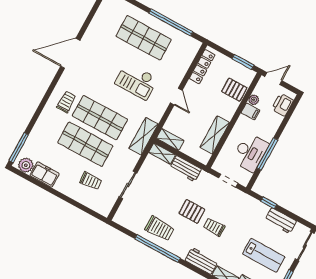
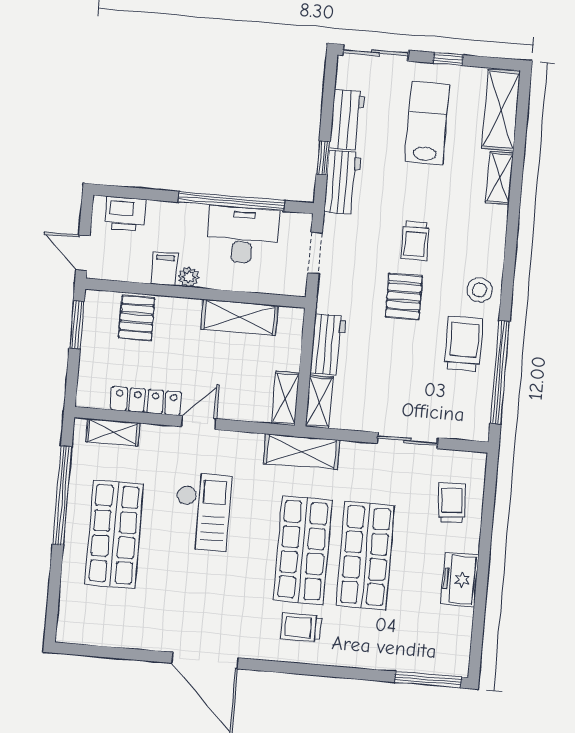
shelving: (189, 57) -> (113, 432), added
locker: (202, 67) -> (146, 401), moved
plant: (254, 100) -> (189, 277), moved
window: (267, 154) -> (231, 201), width x1.46
plant: (26, 165) -> (455, 651), removed
freezer: (45, 175) -> (460, 580), moved
trolley: (91, 181) -> (452, 503), moved
stool: (180, 246) -> (480, 290), added
window: (158, 249) -> (500, 372), moved
workbench: (202, 261) -> (342, 182), moved, turned 180

